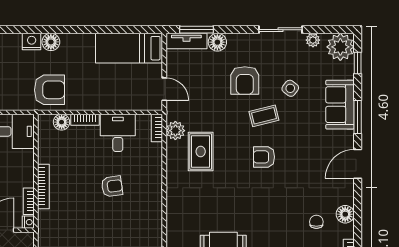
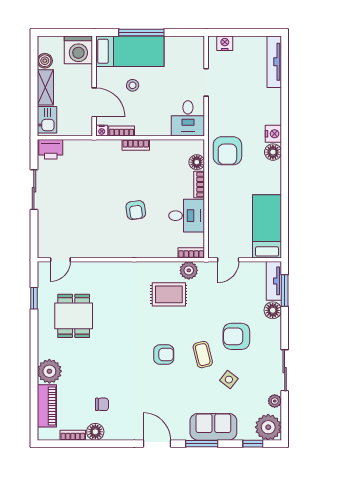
armchair: (264, 157) -> (164, 354), turned 90
bookcase: (43, 186) -> (136, 145), width x0.64
floor lamp: (345, 214) -> (95, 432), moved

